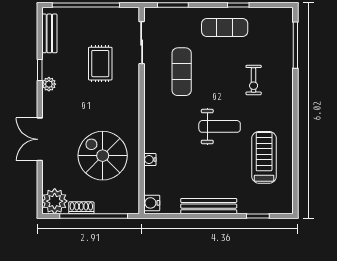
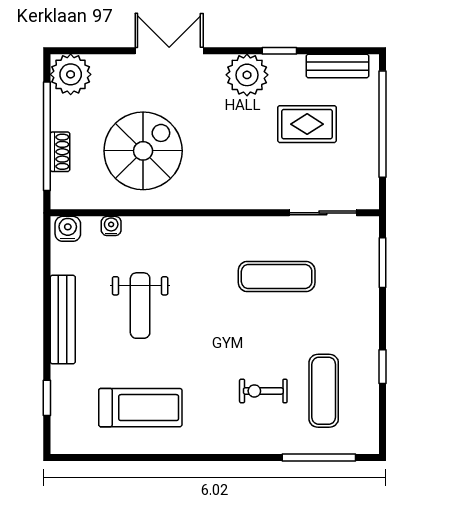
exercise mat: (225, 27) -> (324, 391), moved
rug: (100, 64) -> (307, 124), moved
plant: (49, 84) -> (247, 75), width x1.87, depth x1.87
weight bench: (220, 126) -> (140, 306), moved
water cooler: (150, 160) -> (111, 226), moved
shoe rack: (81, 208) -> (60, 152), moved

